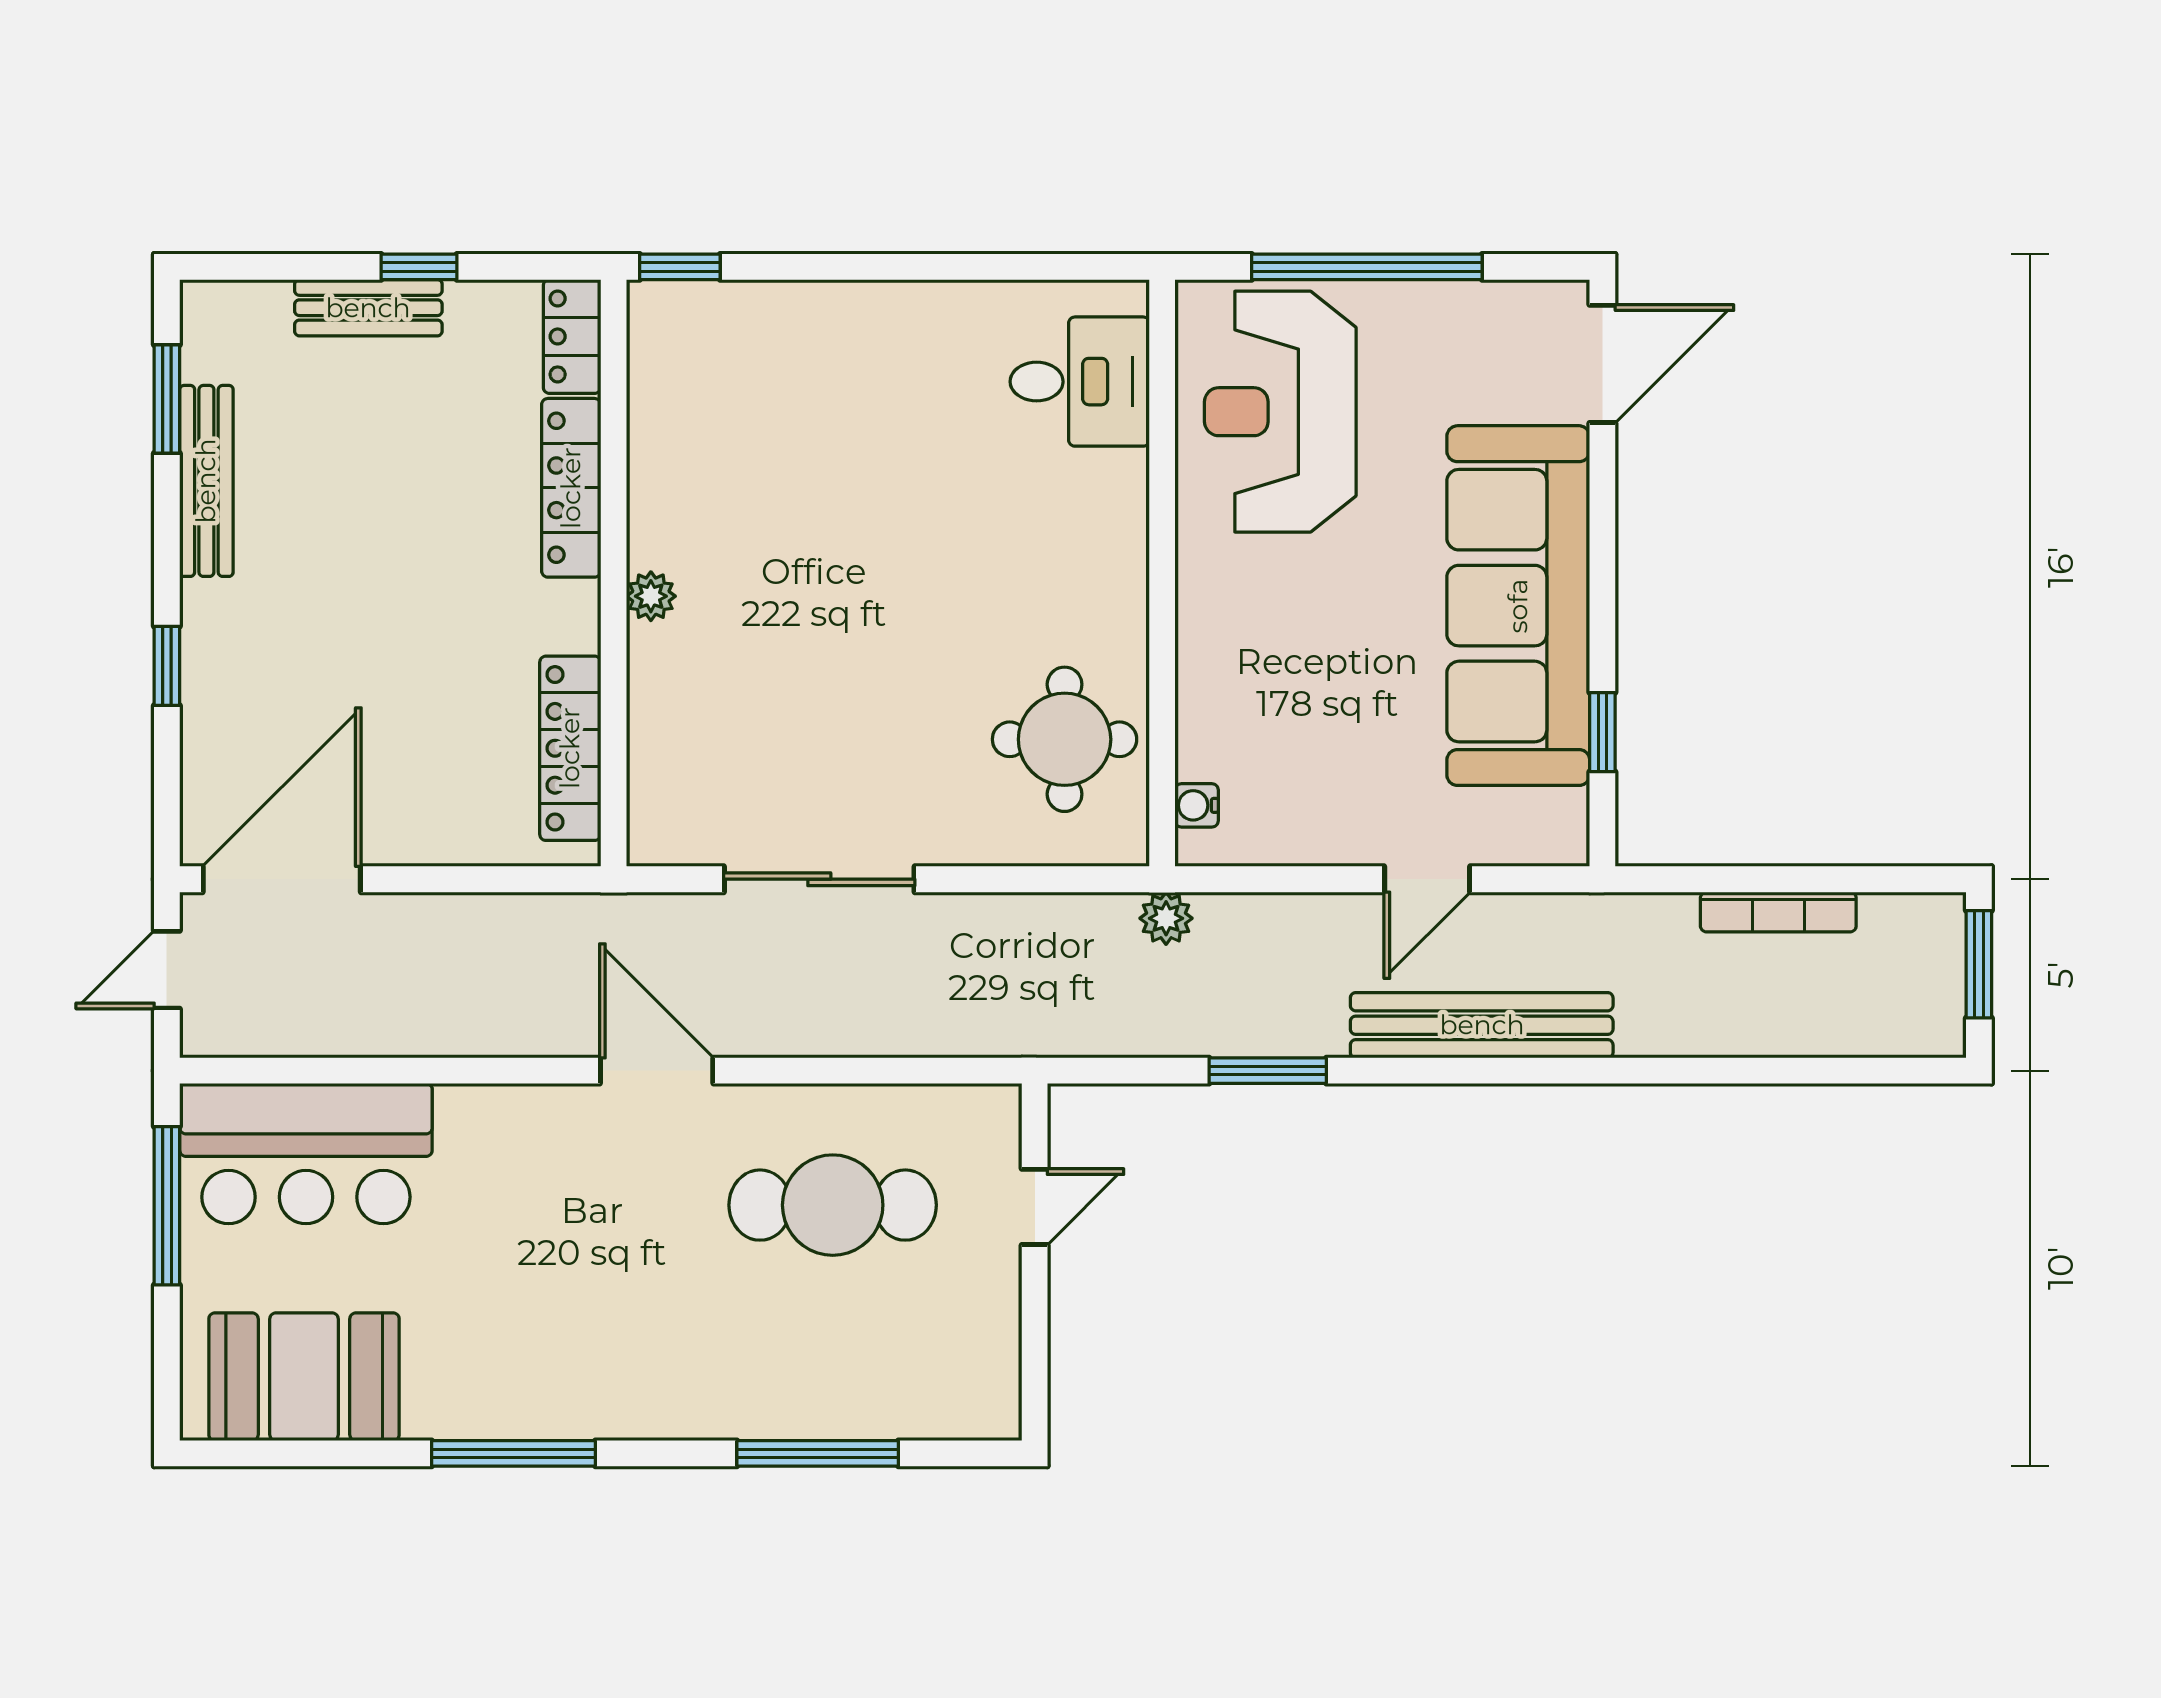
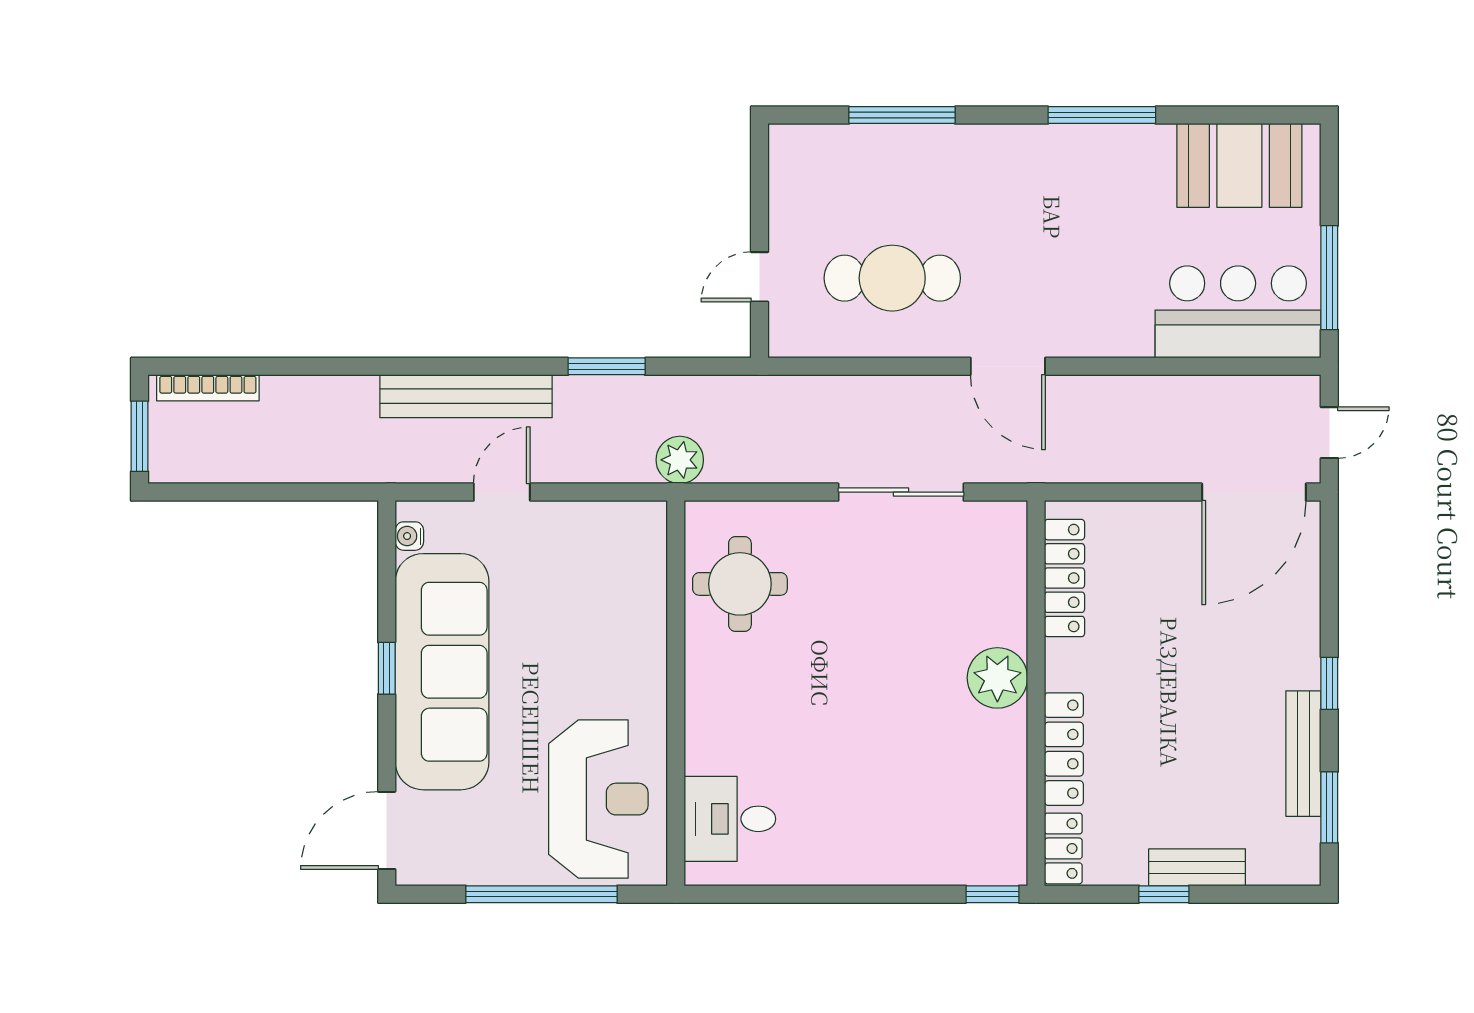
plant: (651, 596) -> (997, 678), width x1.88, depth x1.88
window: (167, 666) -> (1329, 683), moved
window: (1602, 732) -> (387, 668), moved
water cooler: (1197, 805) -> (409, 536), moved, turned 180
bookcase: (1778, 912) -> (208, 388), moved, turned 180
plant: (1166, 918) -> (680, 460), width x1.38, depth x1.38

